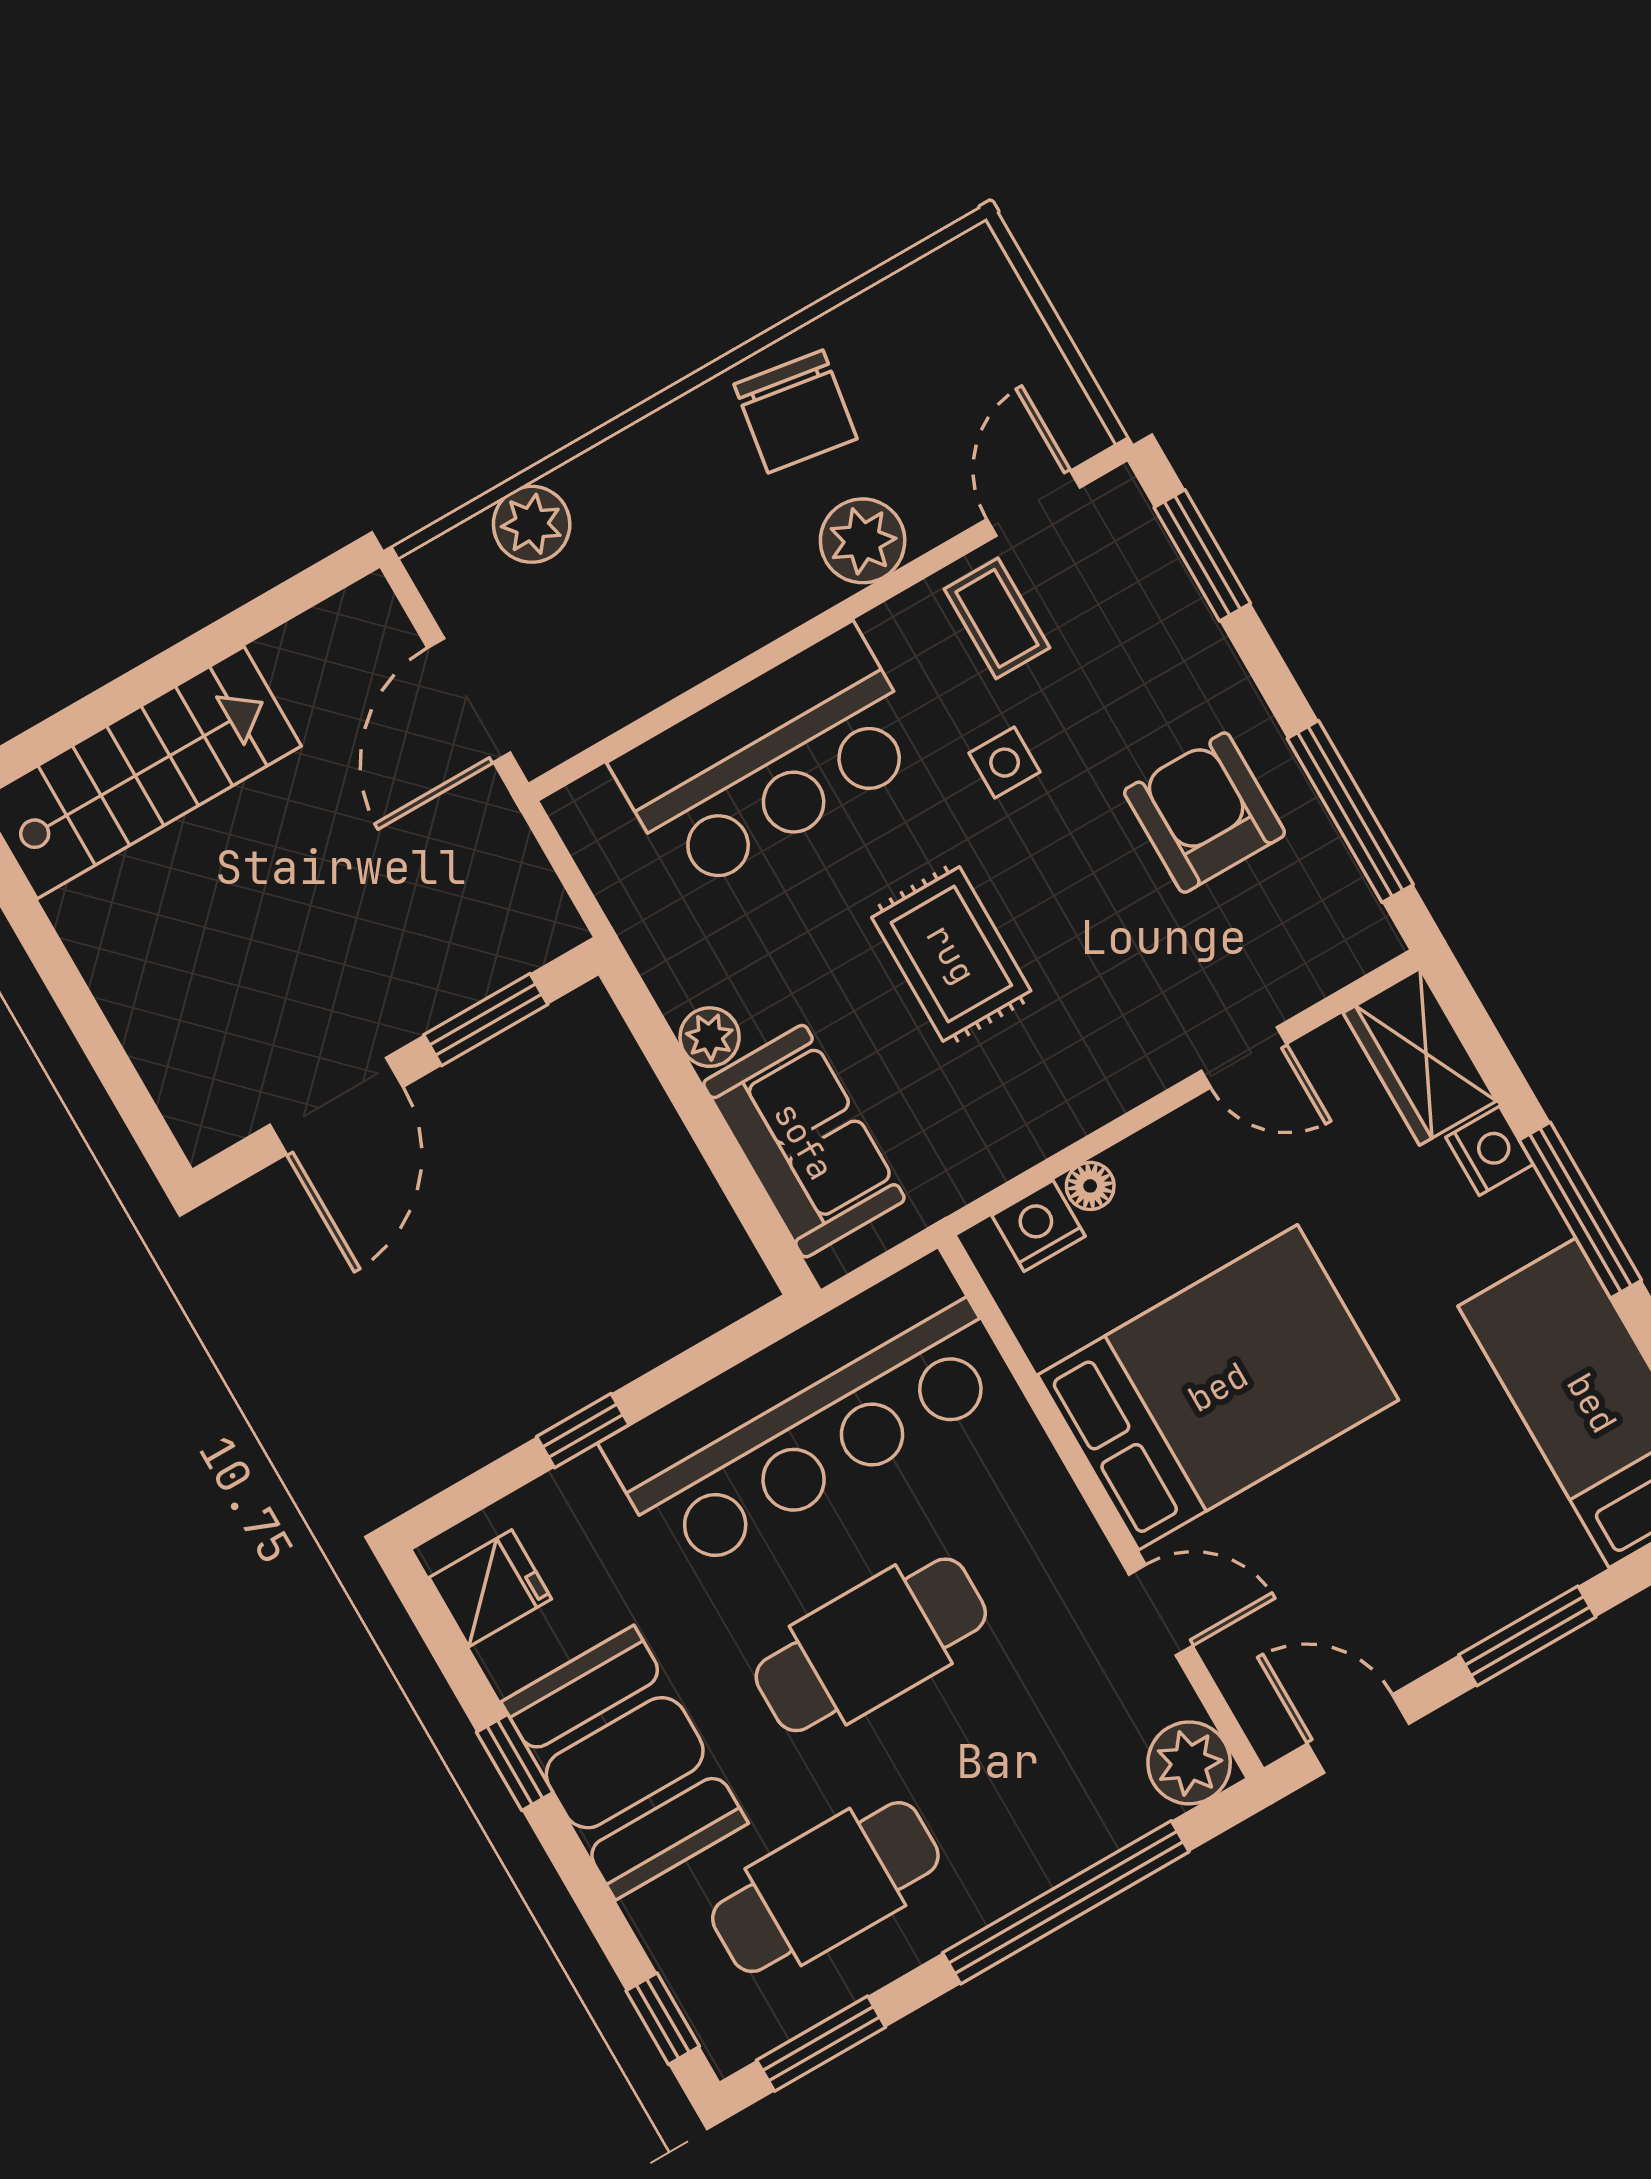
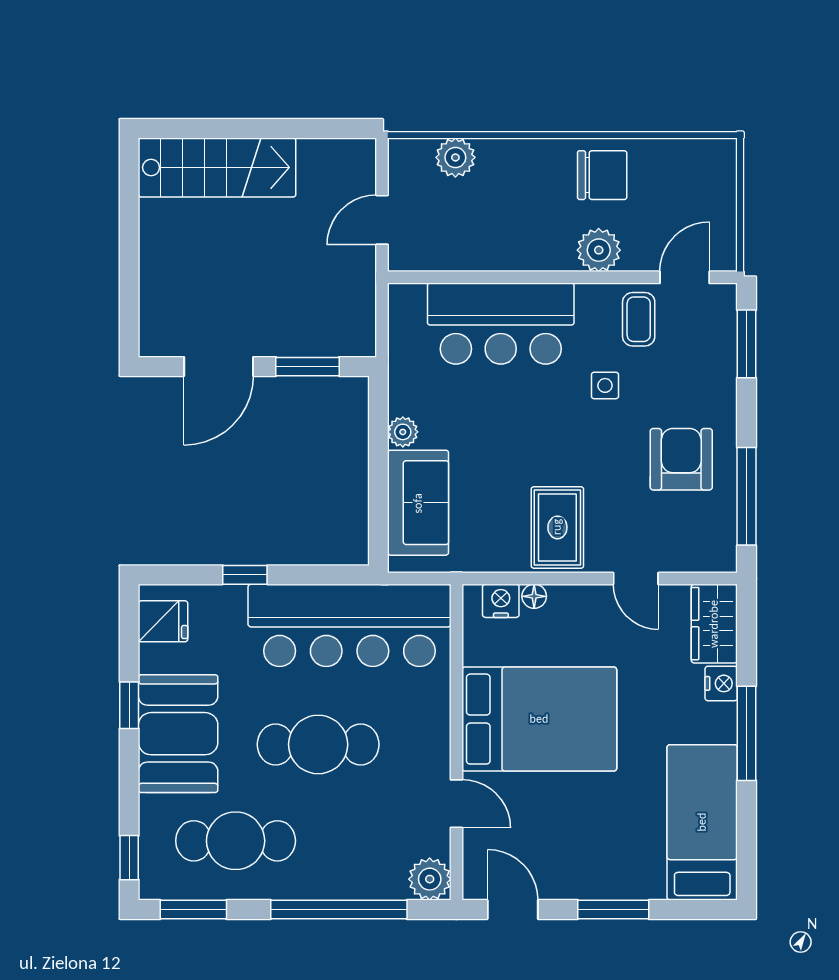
chair: (795, 411) -> (602, 175), turned -99
door: (469, 700) -> (382, 220), width x0.73
rug: (951, 954) -> (557, 527), moved

